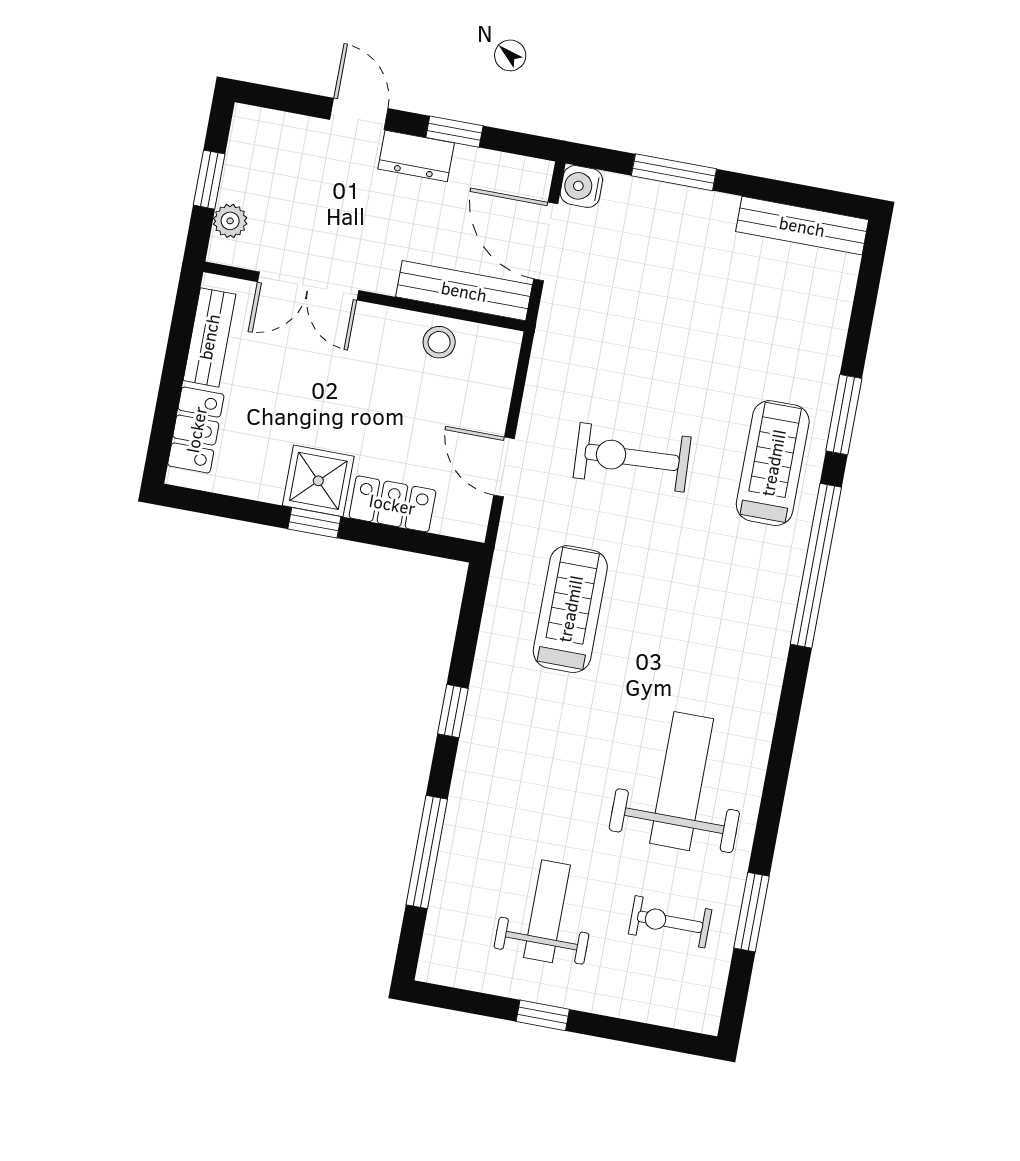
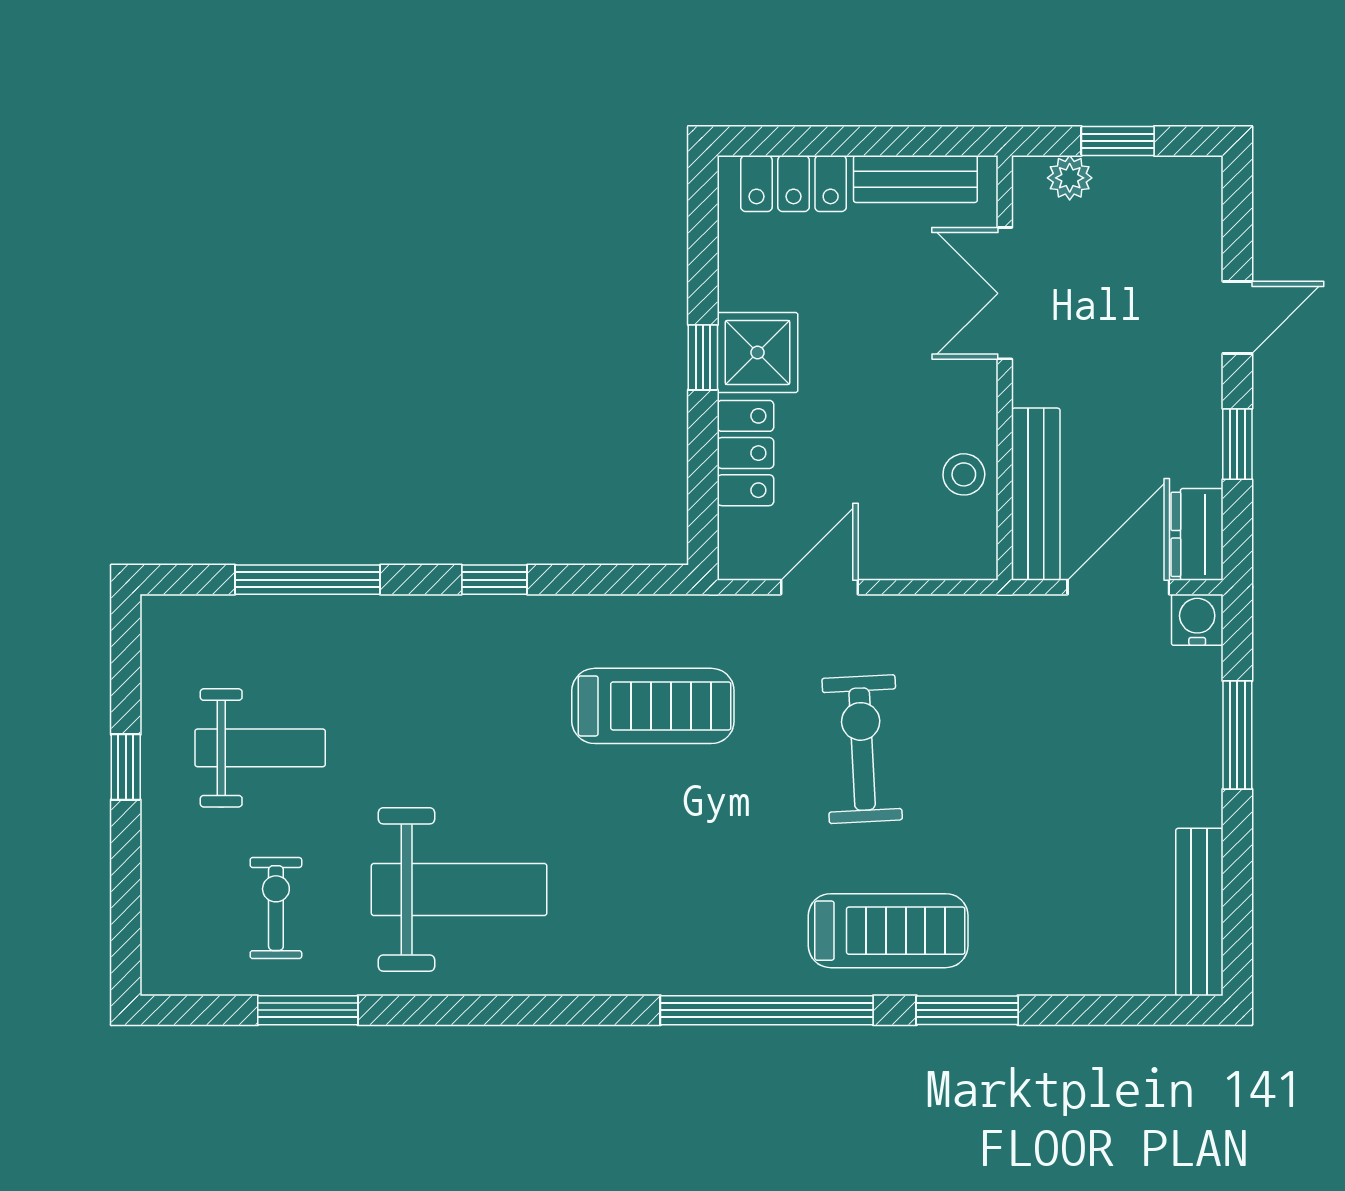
dresser: (416, 156) -> (1197, 534), moved

